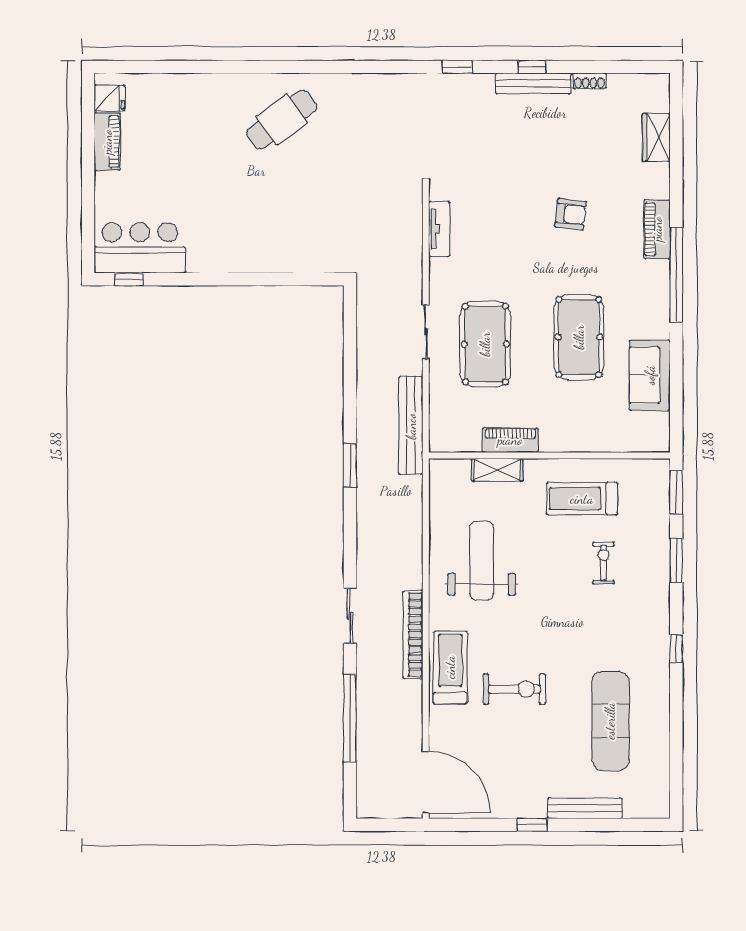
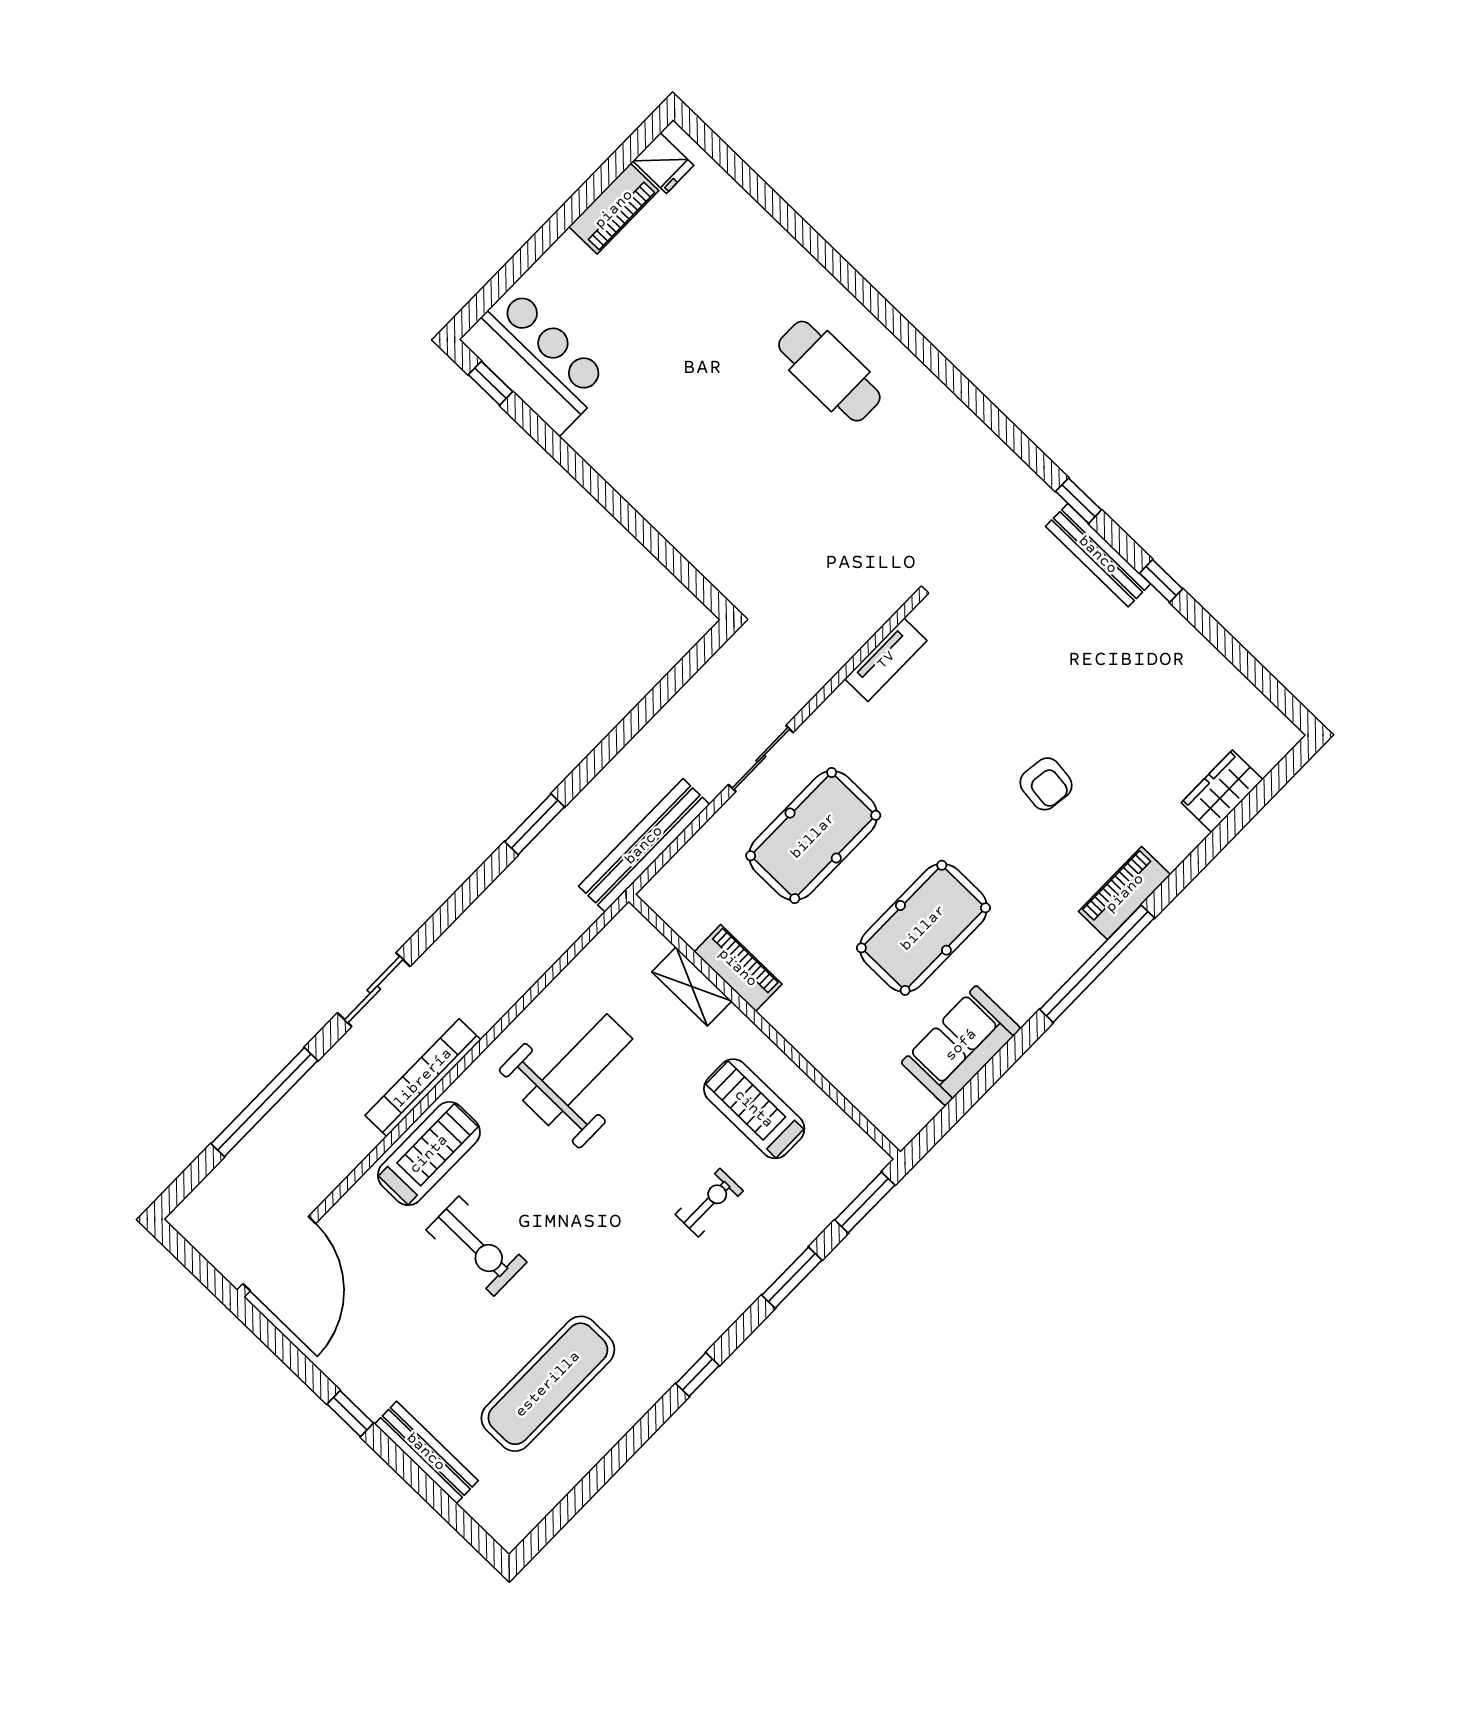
shoe rack: (590, 81) -> (1209, 658), removed
bench: (533, 84) -> (1098, 555), moved
cafe table: (282, 120) -> (829, 371), turned 36

